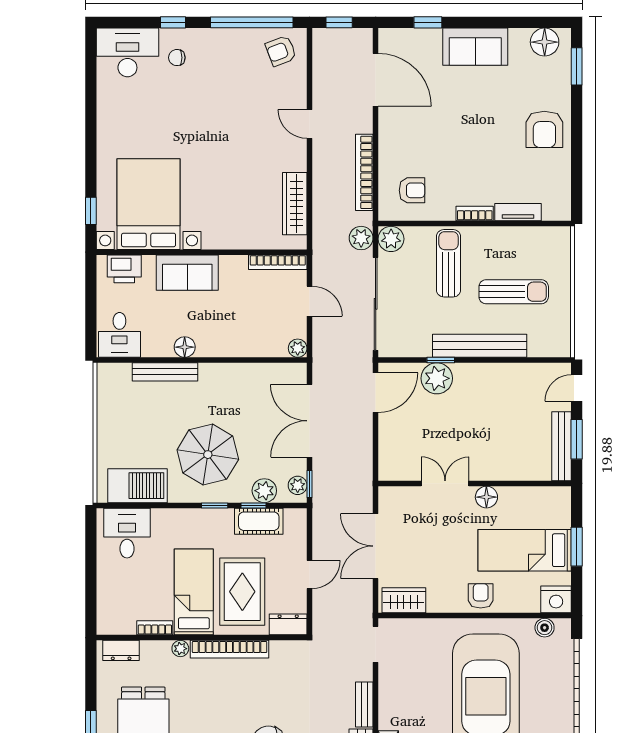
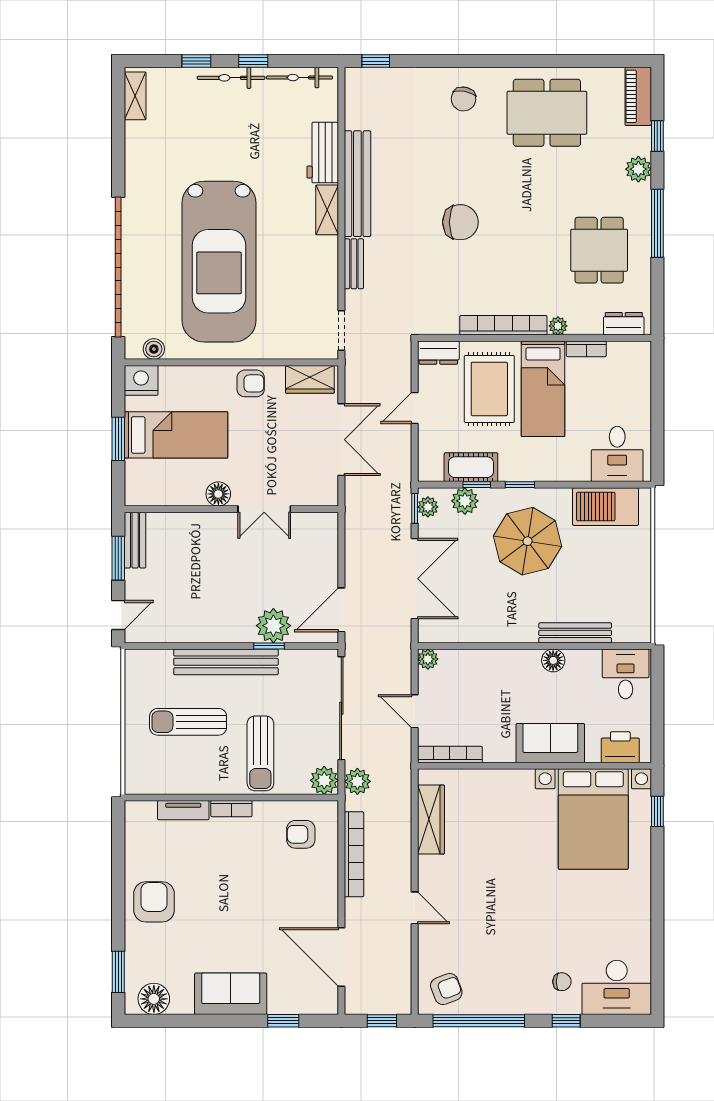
bench: (562, 446) -> (135, 540), width x0.73
armchair: (481, 596) -> (251, 383), moved, turned -90

